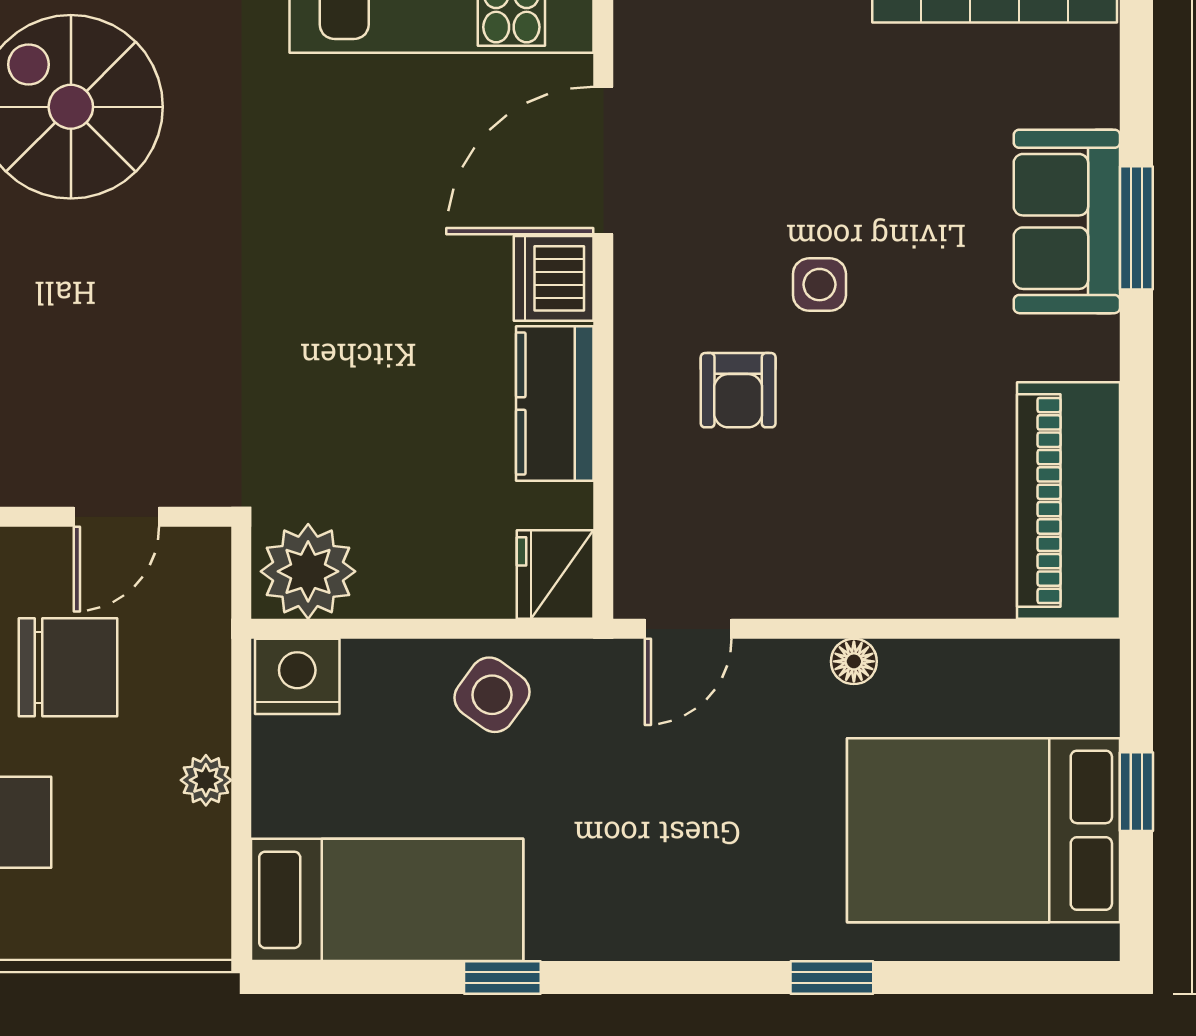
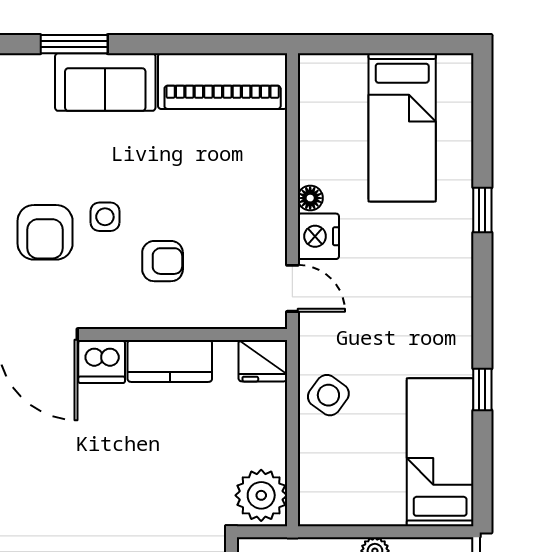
armchair: (791, 174) -> (45, 232), added
sofa: (1067, 221) -> (105, 82), moved
nightstand: (297, 676) -> (318, 236), moved
window: (1136, 792) -> (381, 44), removed
bed: (984, 830) -> (402, 127), width x0.67

